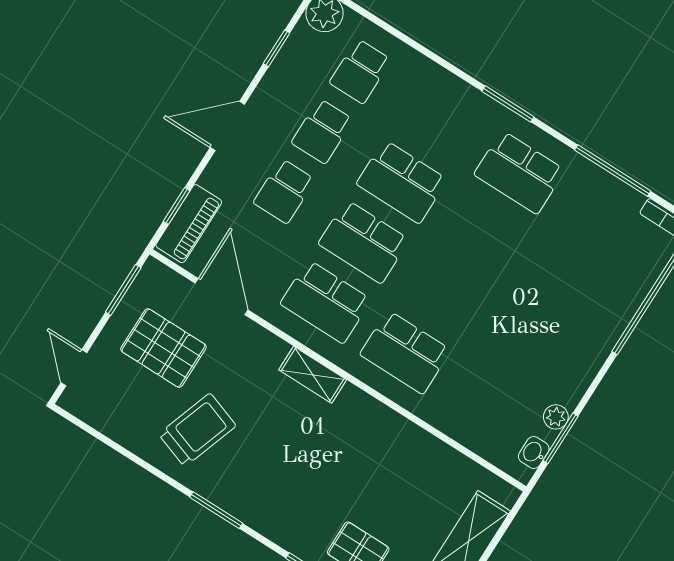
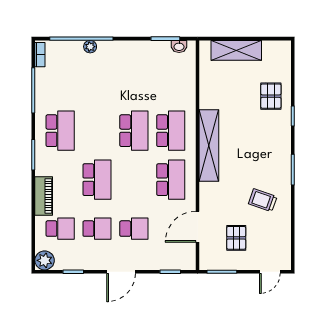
door: (227, 126) -> (121, 272), hinge flipped
piano: (189, 224) -> (44, 196), moved, turned 90
school desk: (364, 242) -> (134, 131), moved
pallet: (163, 348) -> (236, 238), width x0.67, depth x0.71
shelving: (313, 375) -> (209, 145), width x2.20, depth x1.33
plant: (556, 417) -> (90, 47), moved
trolley: (197, 430) -> (263, 200), width x0.73, depth x0.72

